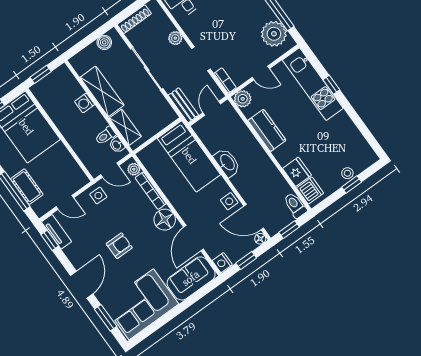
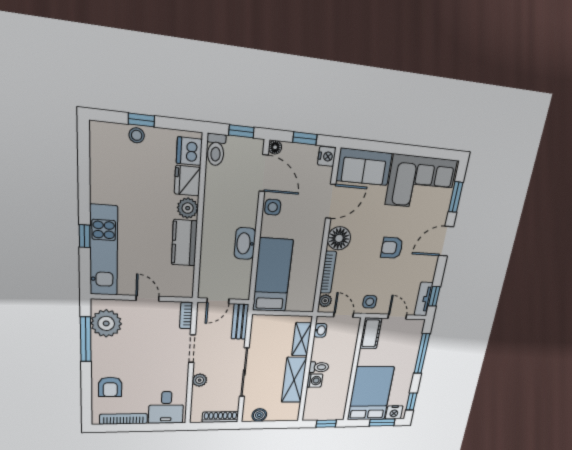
plant: (243, 99) -> (188, 208), moved
toilet: (105, 136) -> (319, 367), moved
cot: (27, 187) -> (371, 333), moved

